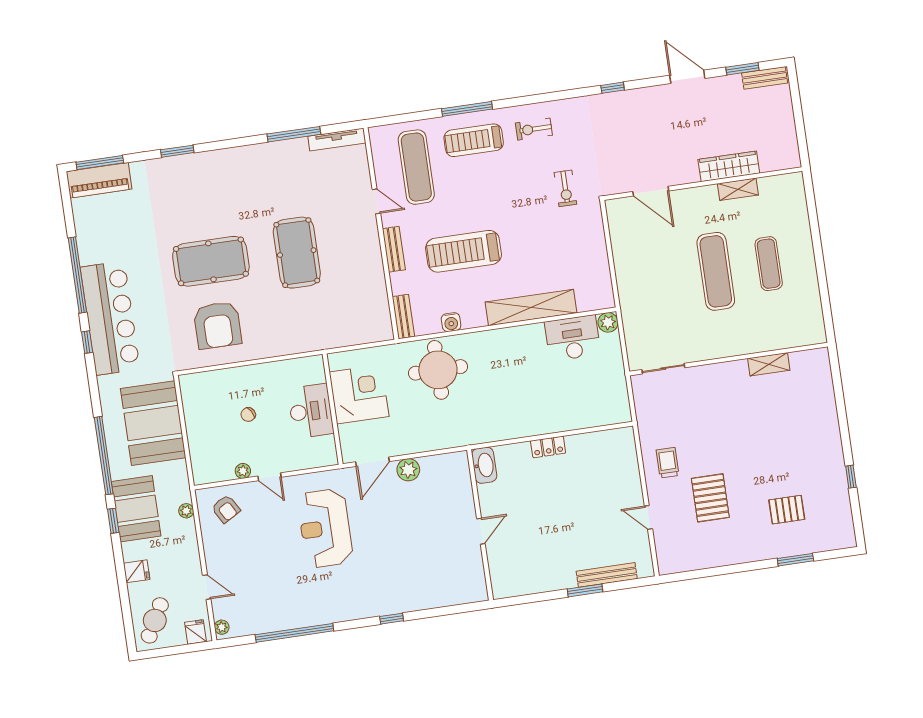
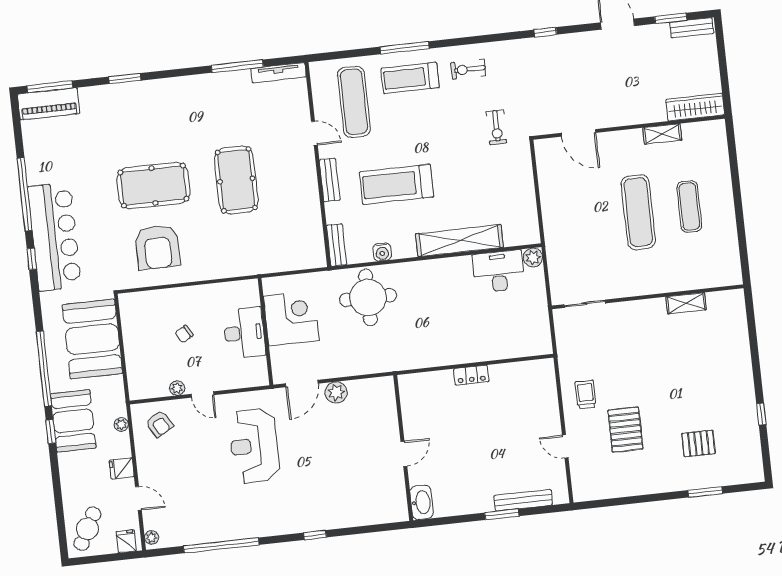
wardrobe: (729, 166) -> (695, 107), moved
washbasin: (484, 465) -> (422, 502), moved
fridge: (137, 571) -> (122, 468), moved, turned 180

